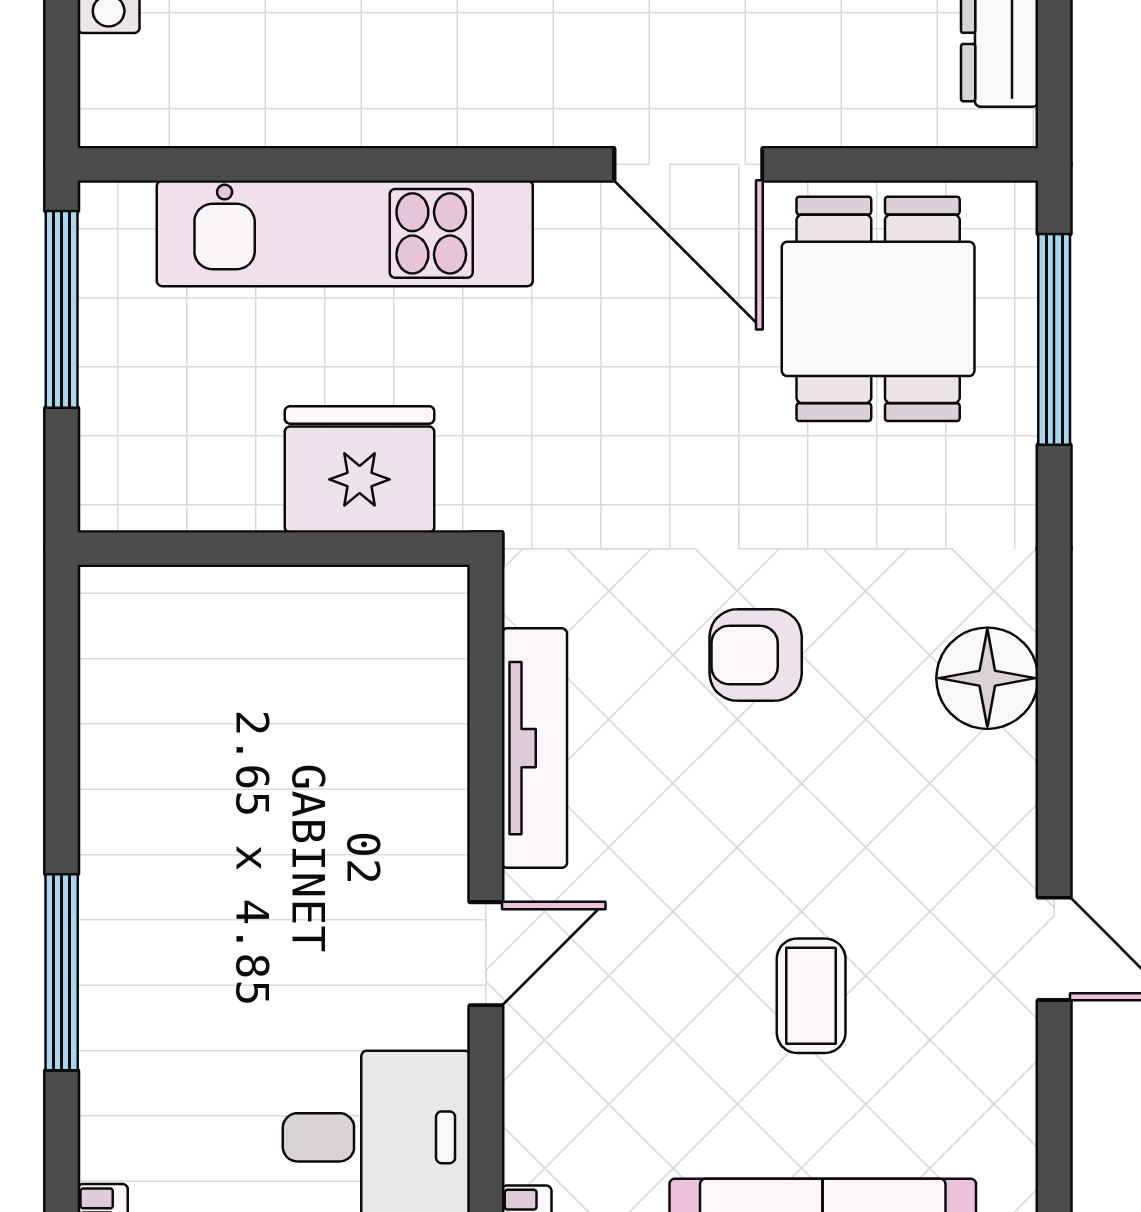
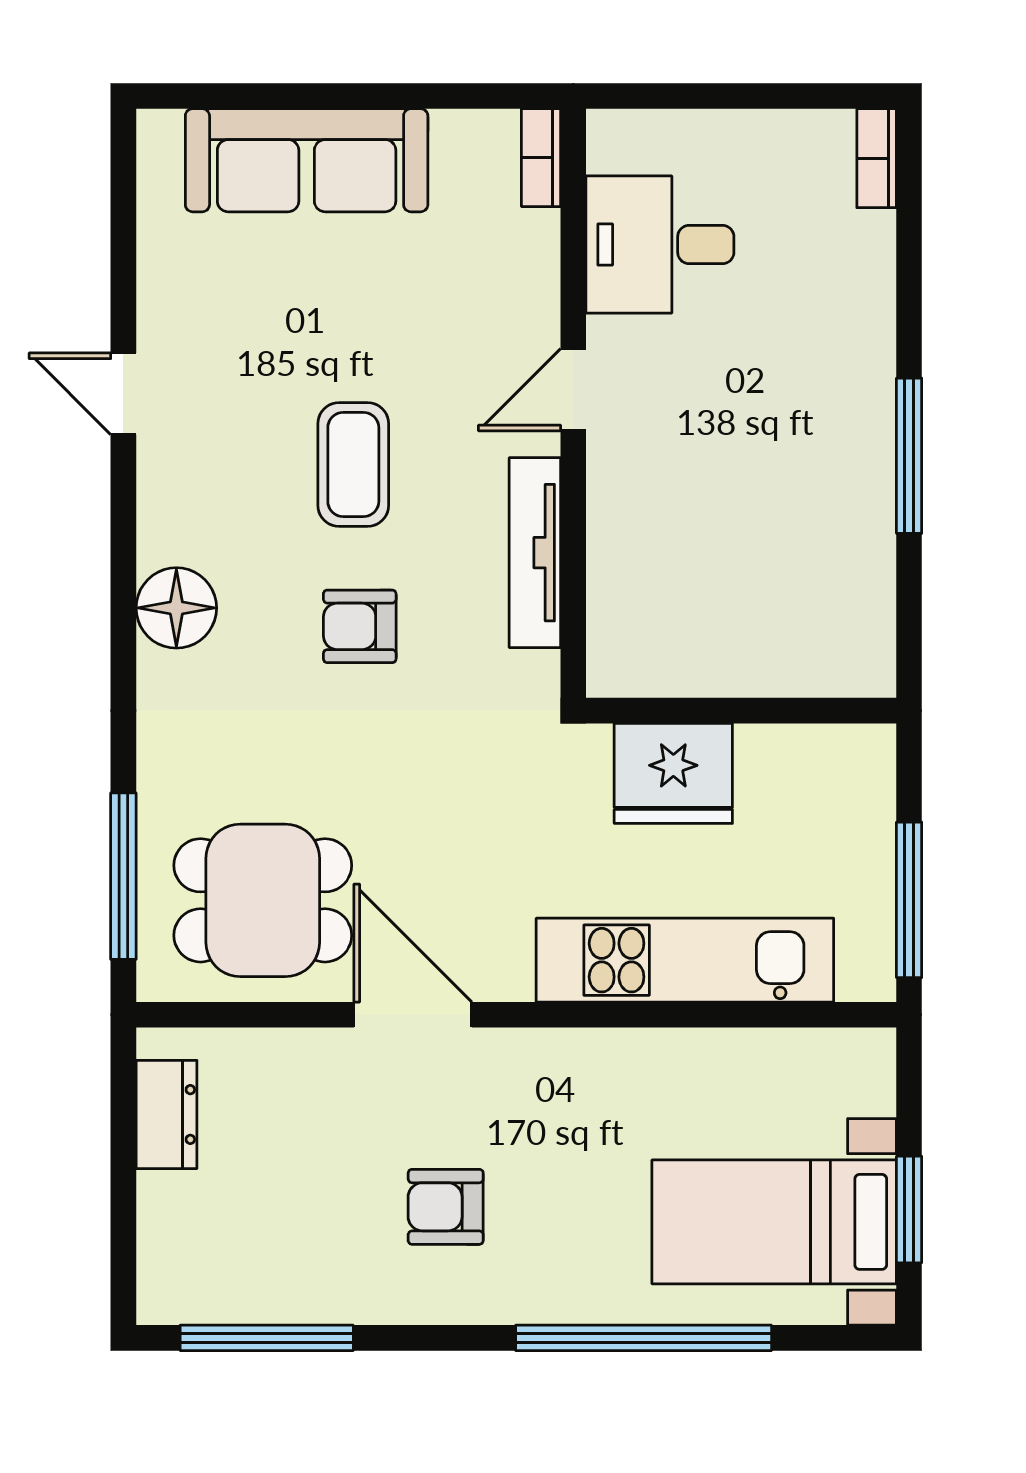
dining table: (878, 309) -> (263, 900), turned 90
armchair: (756, 655) -> (360, 626), turned 180
window: (62, 972) -> (909, 456), moved
coffee table: (811, 996) -> (353, 465), moved, width x1.36, depth x1.30

